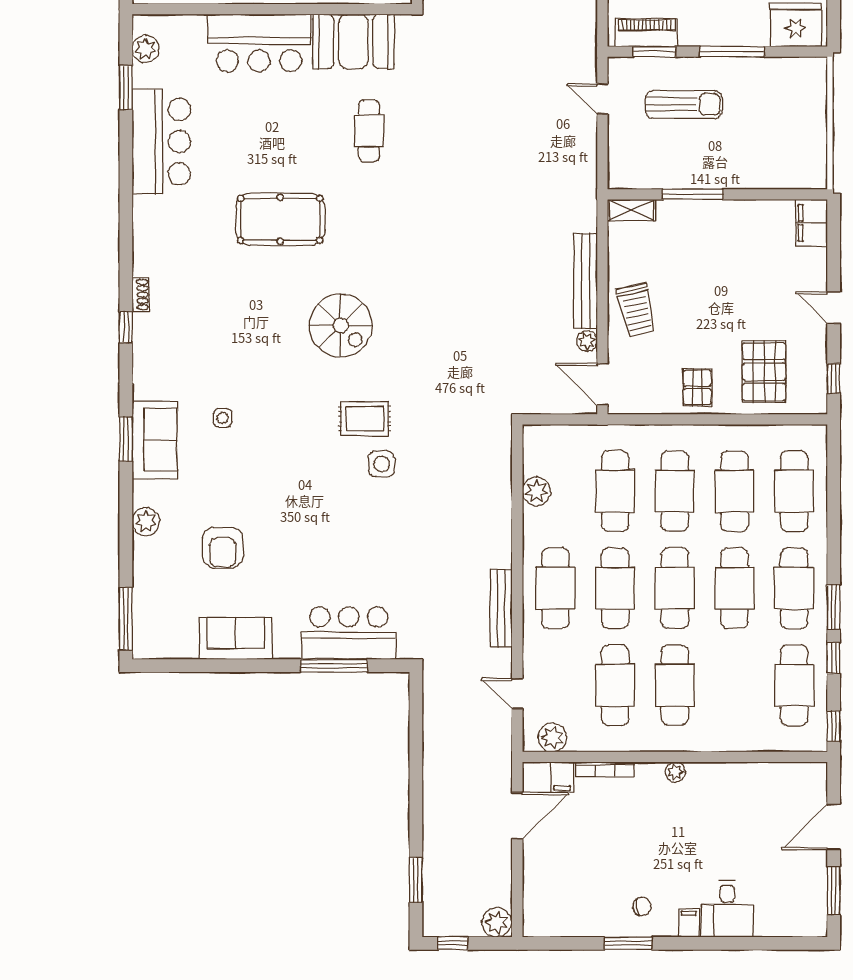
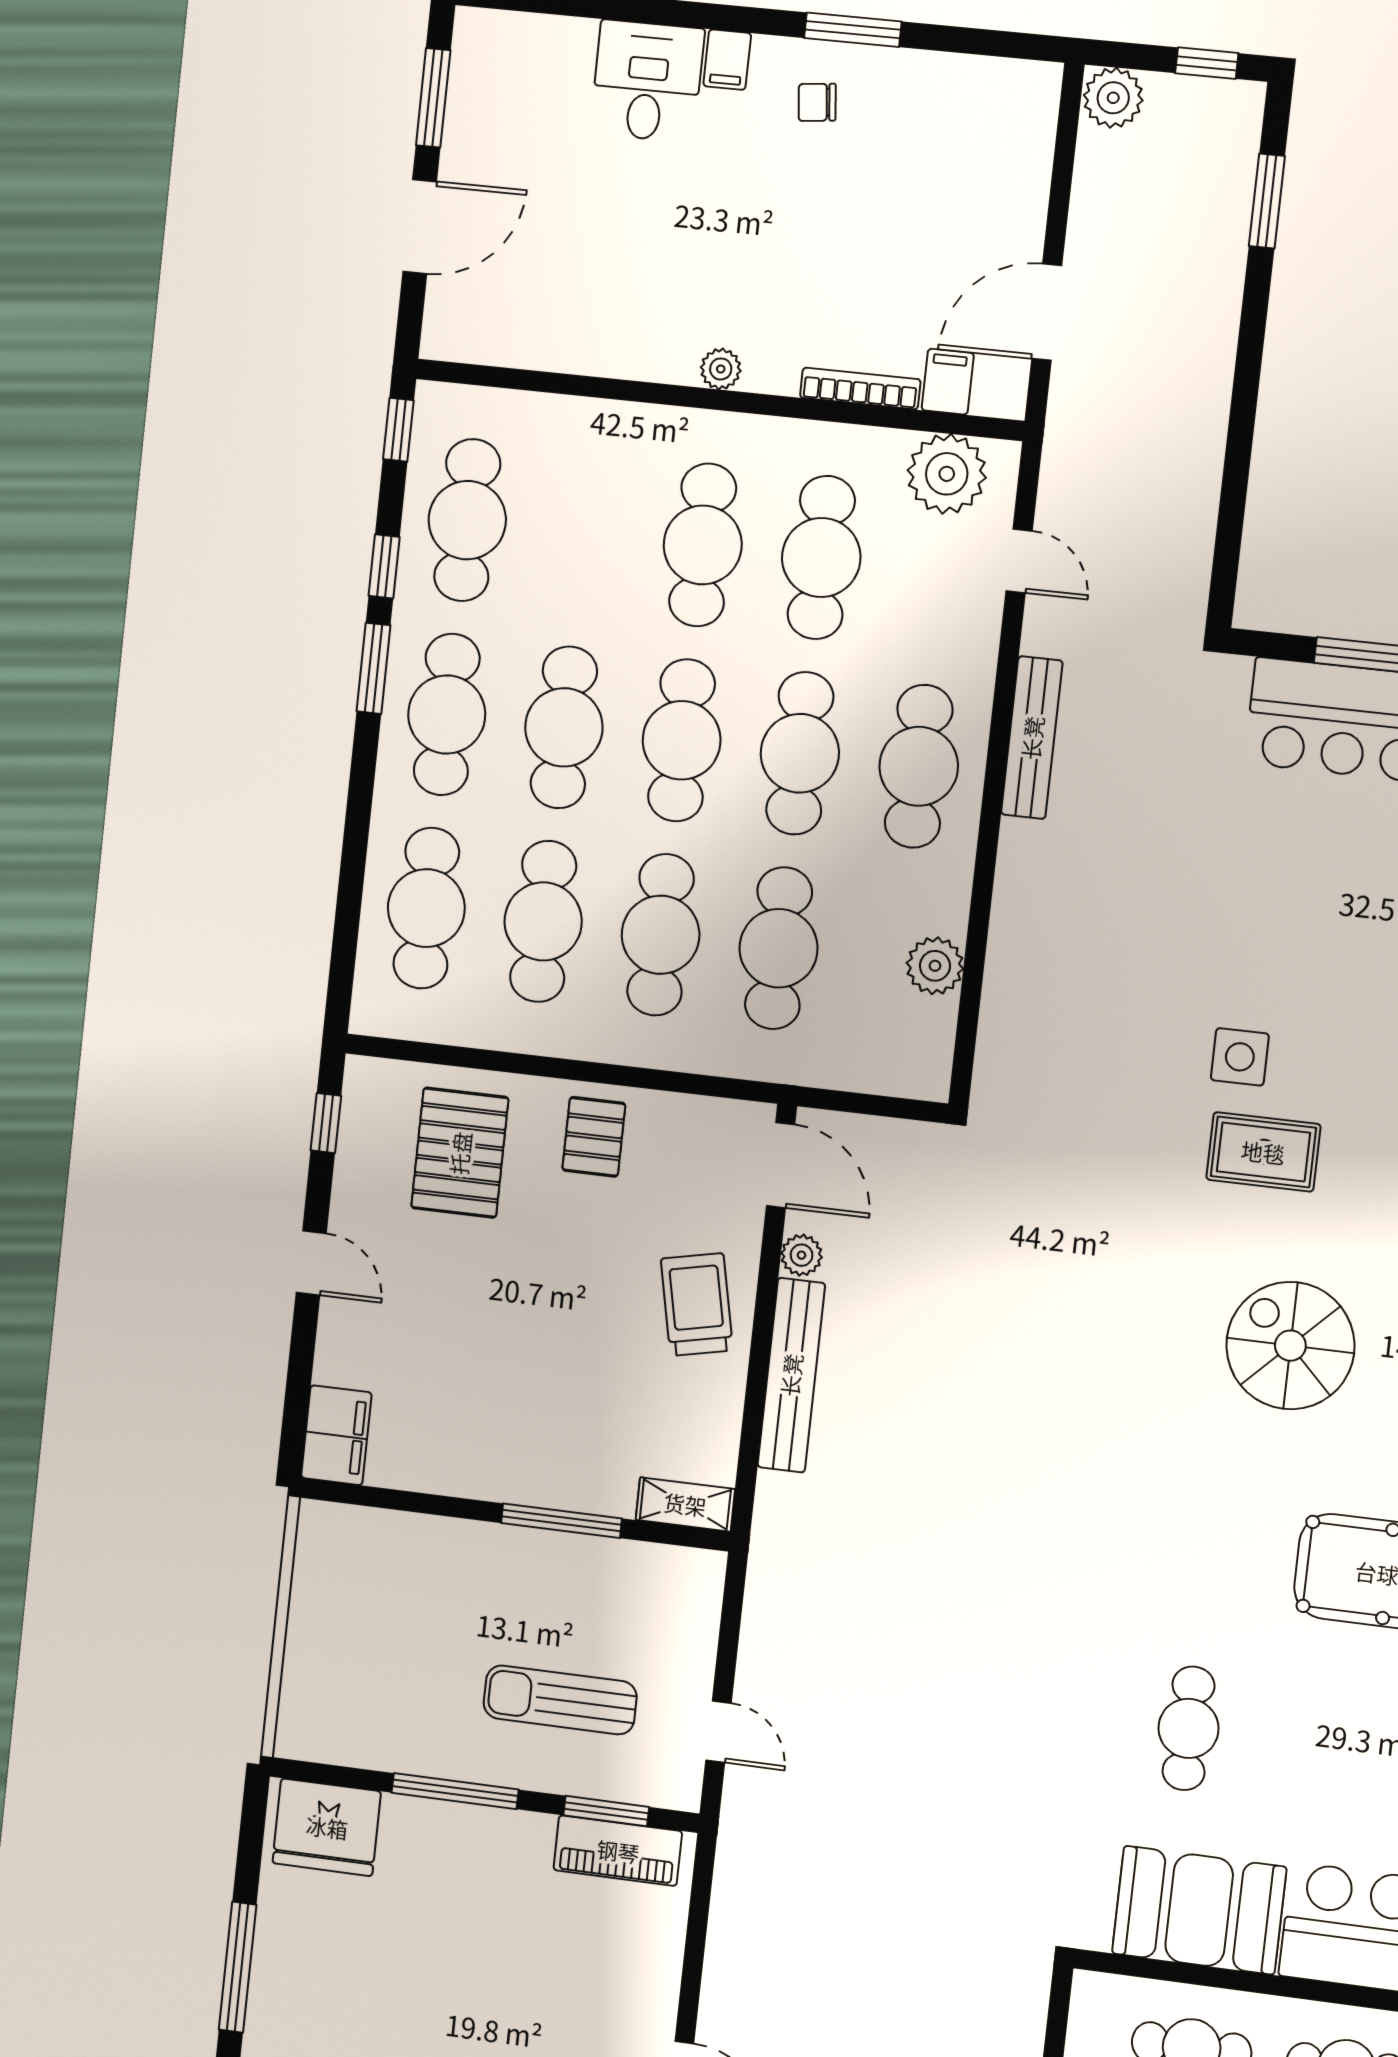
plant: (552, 738) -> (947, 474), width x1.36, depth x1.36

